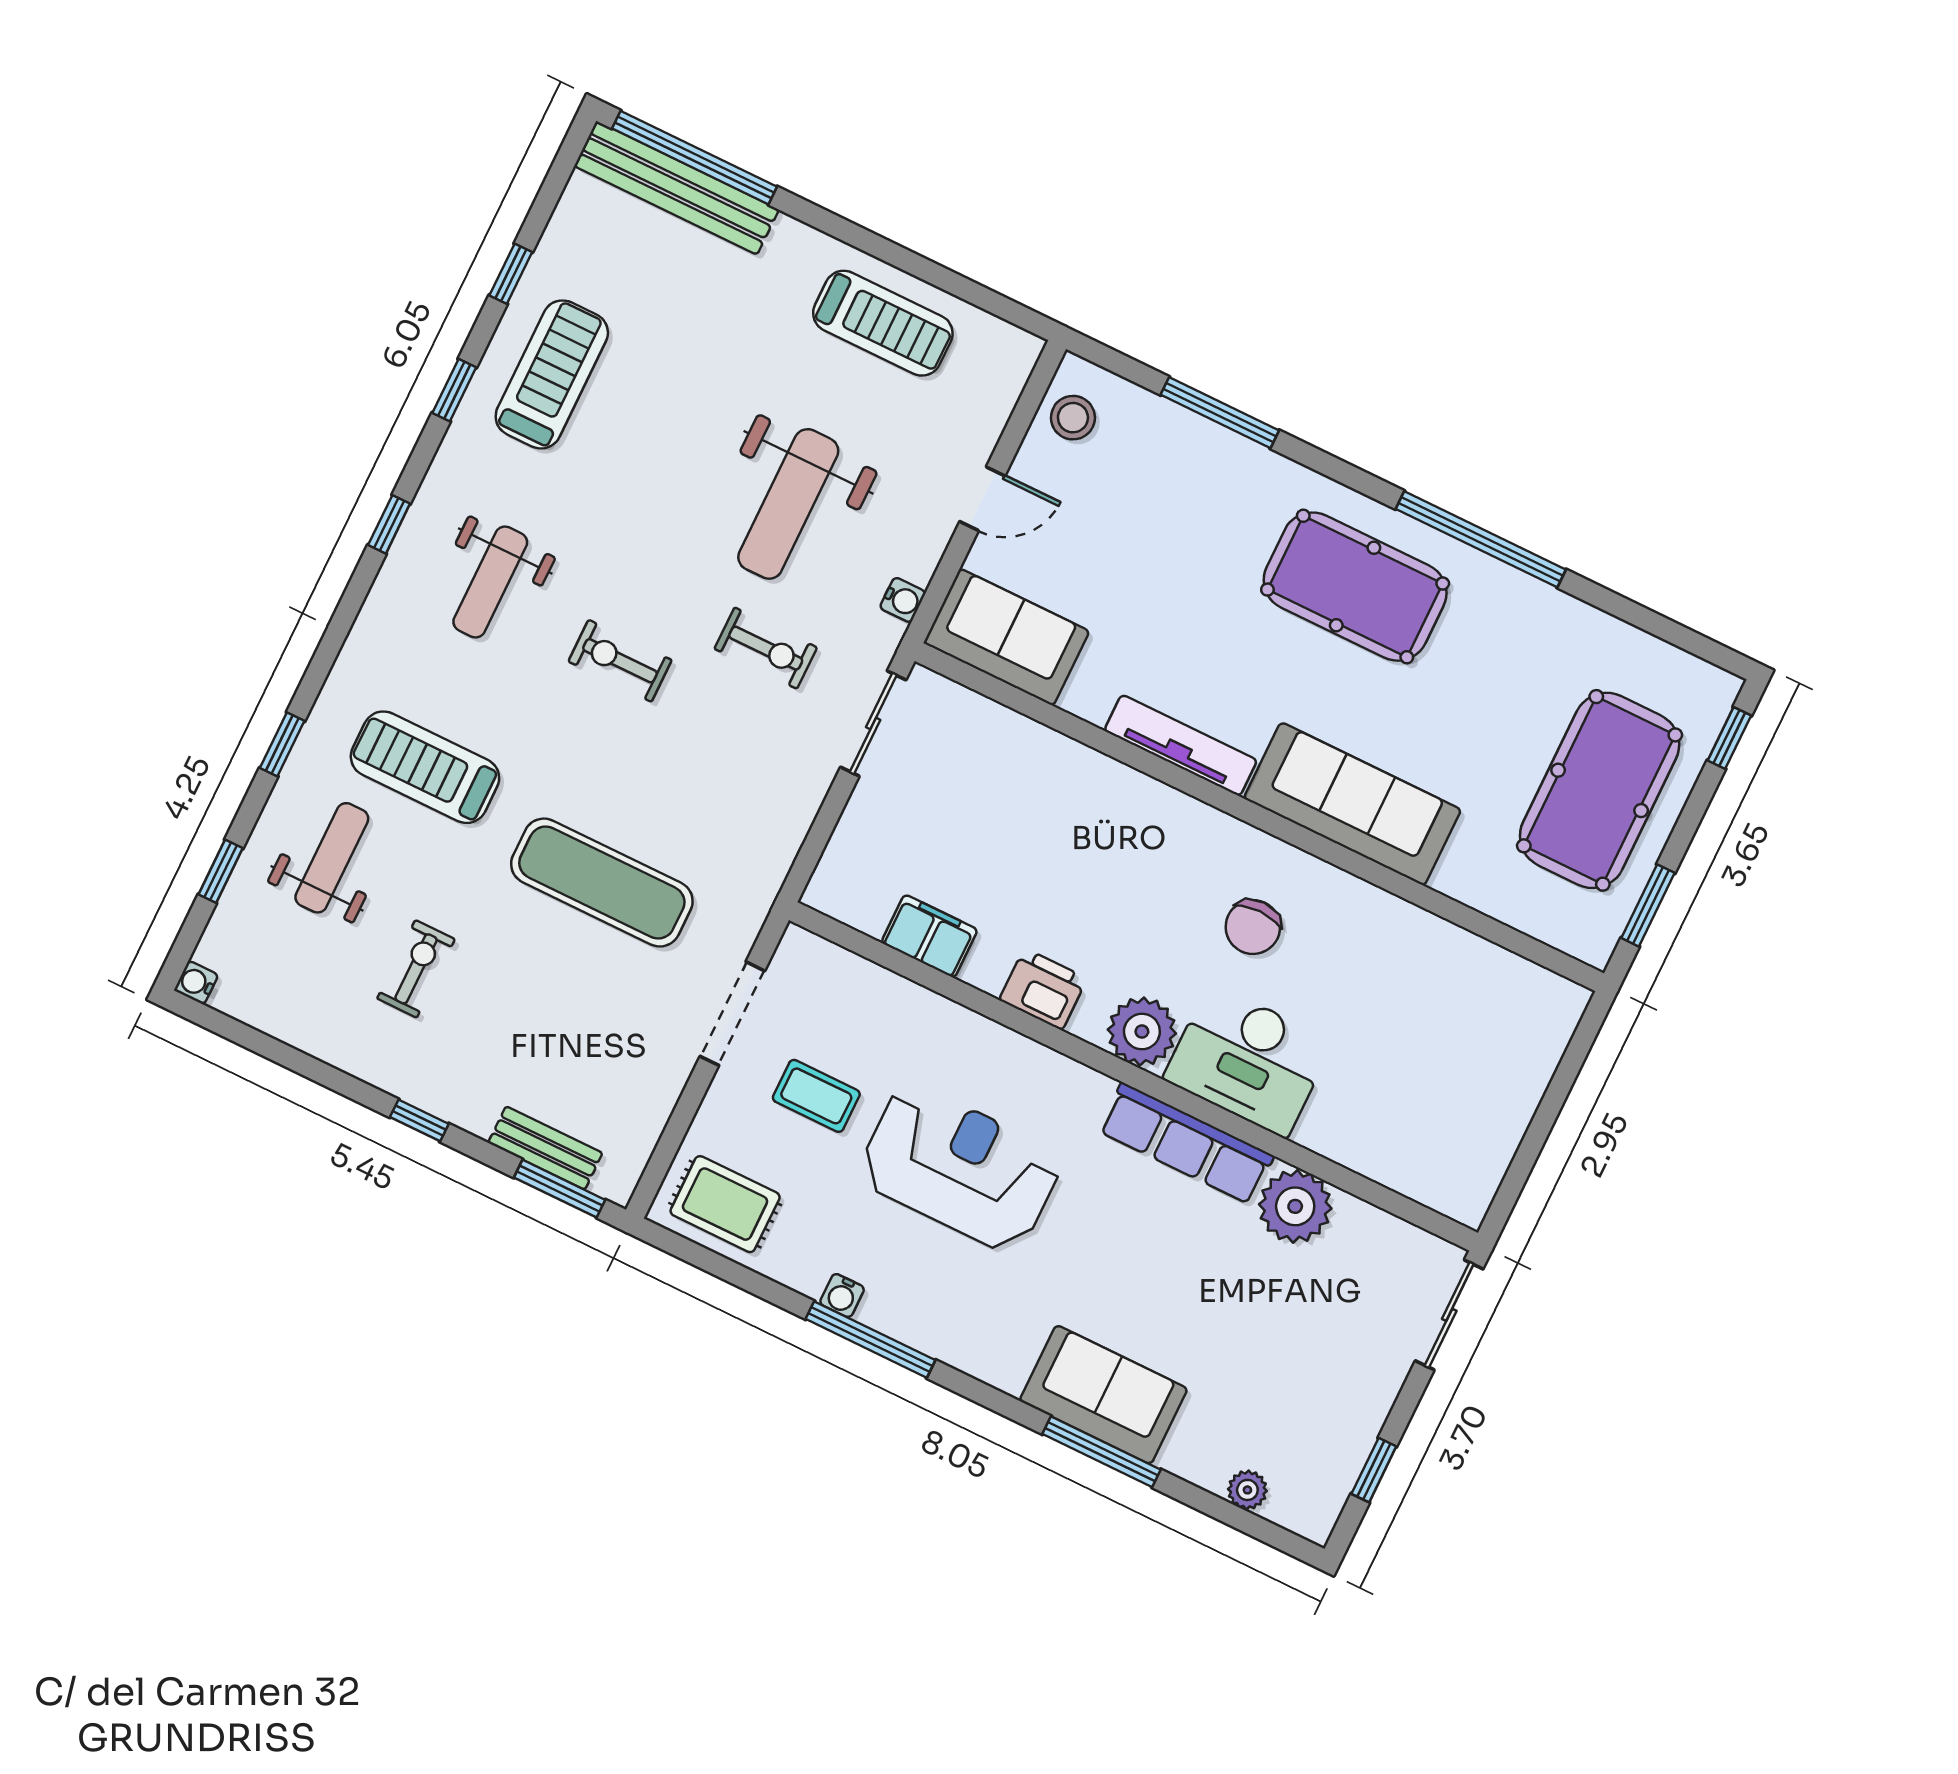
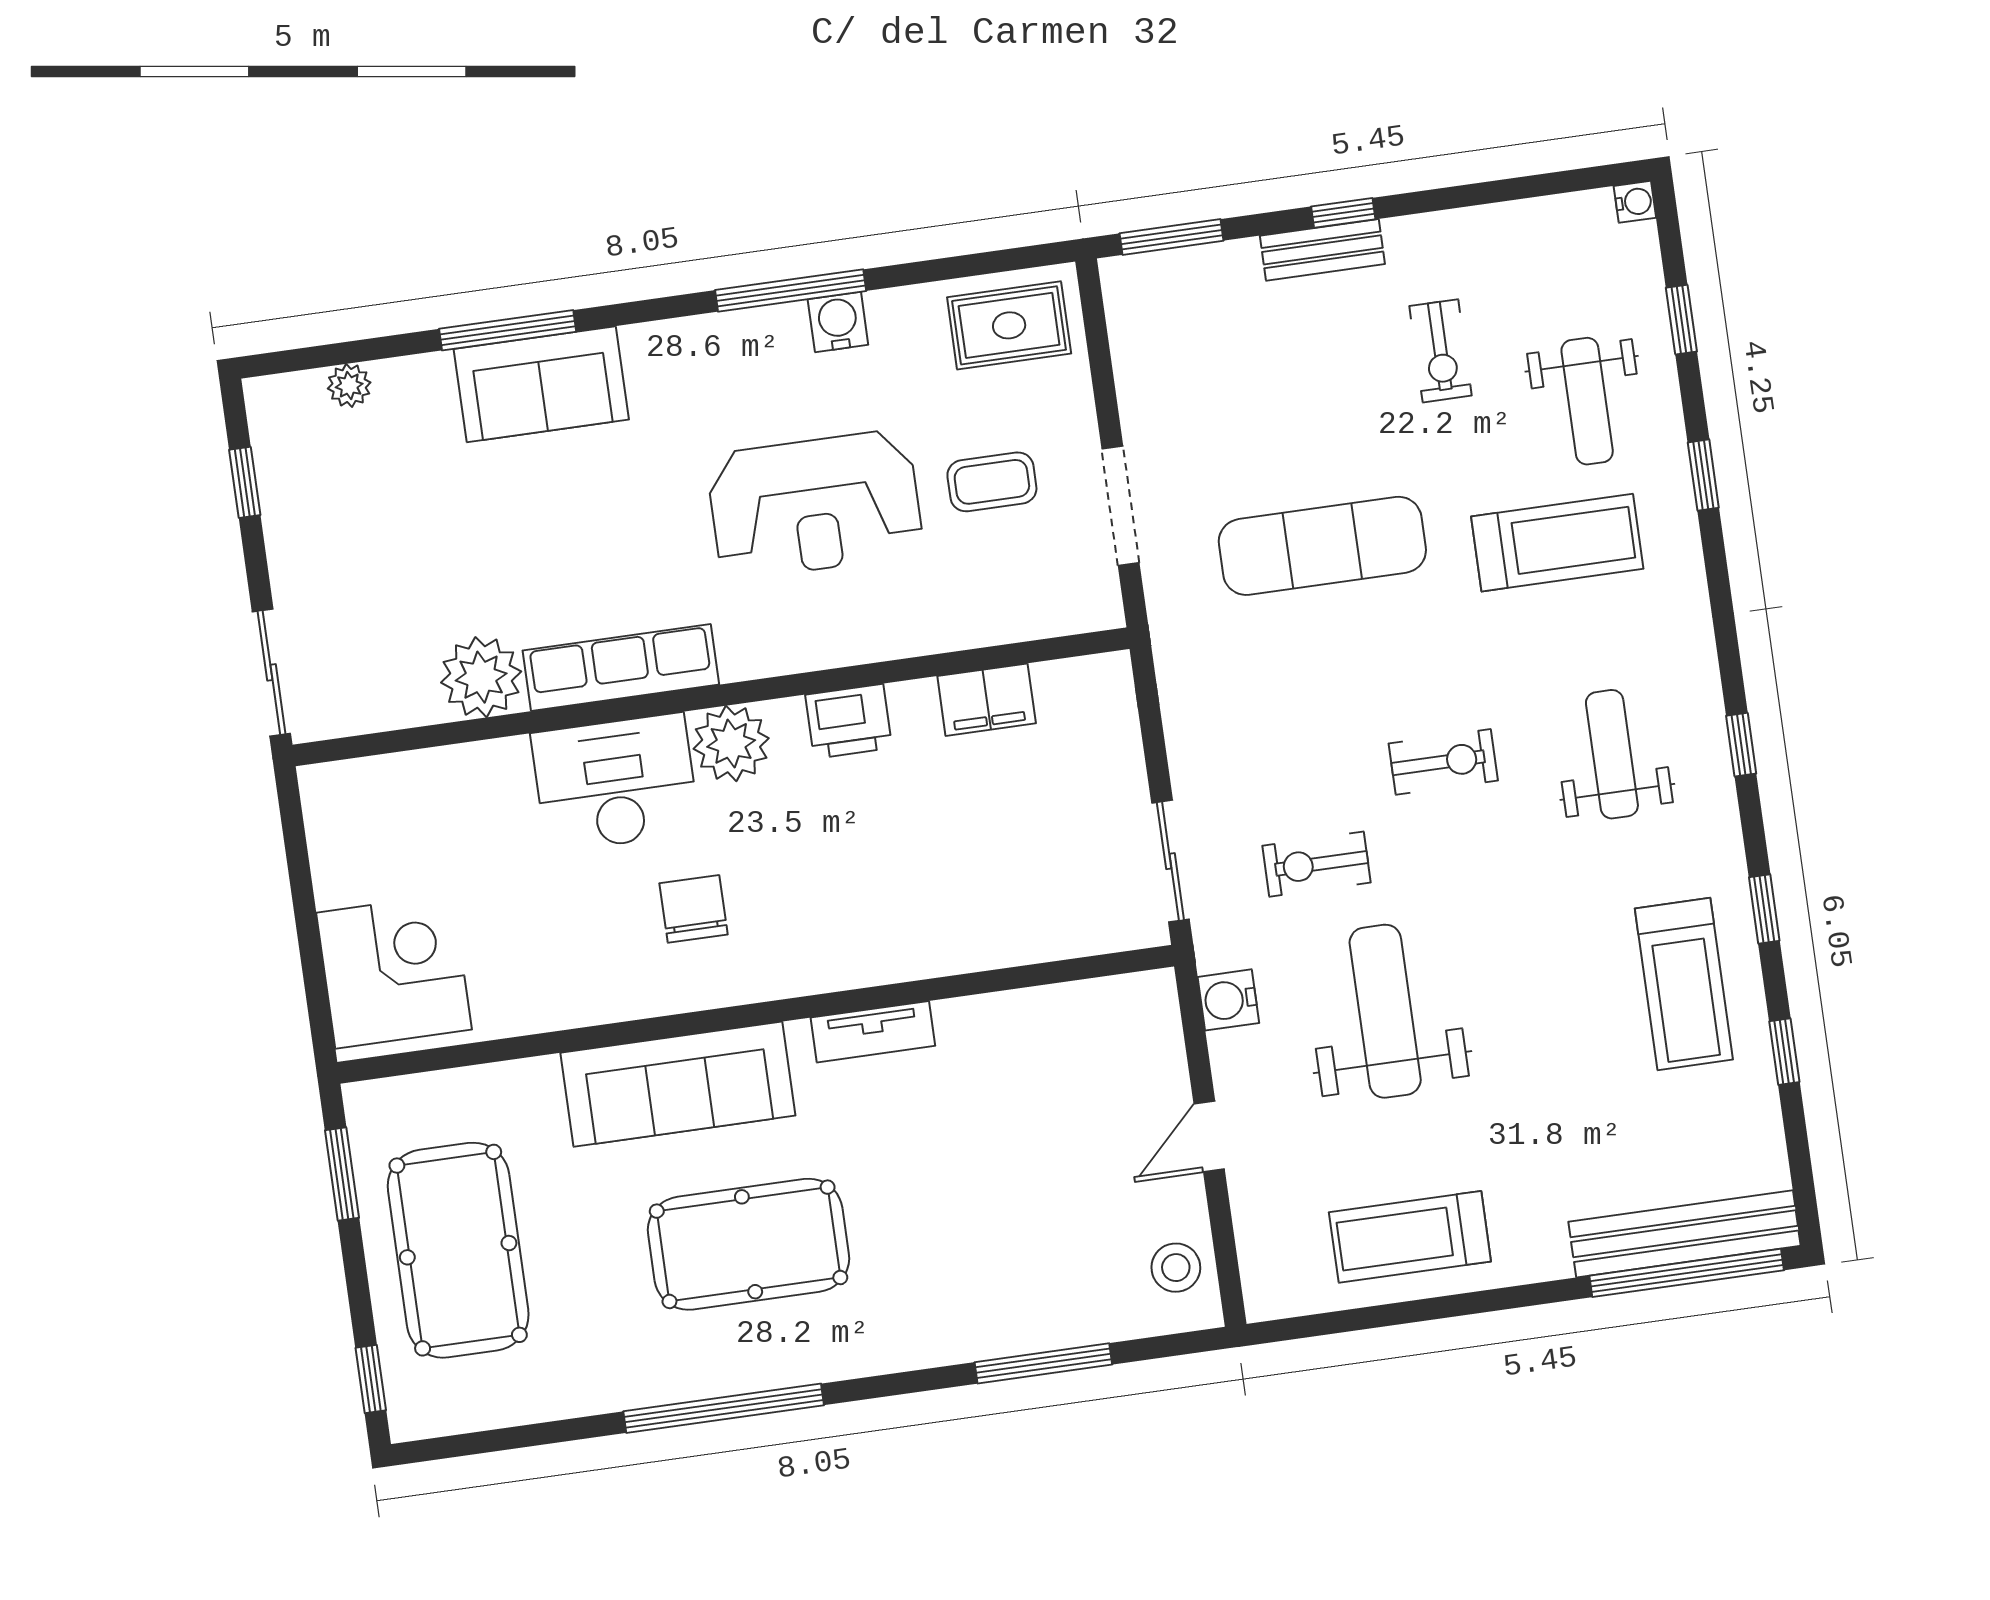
pool table: (1355, 587) -> (749, 1244), moved
water cooler: (903, 600) -> (1228, 1000), width x1.38, depth x1.38
sofa: (1006, 637) -> (1101, 1024), removed
tv unit: (1181, 745) -> (873, 1032), width x0.71
corner desk: (1508, 1031) -> (394, 971), added
bench: (545, 1148) -> (1322, 250), moved
water cooler: (842, 1295) -> (838, 322), width x1.38, depth x1.38

